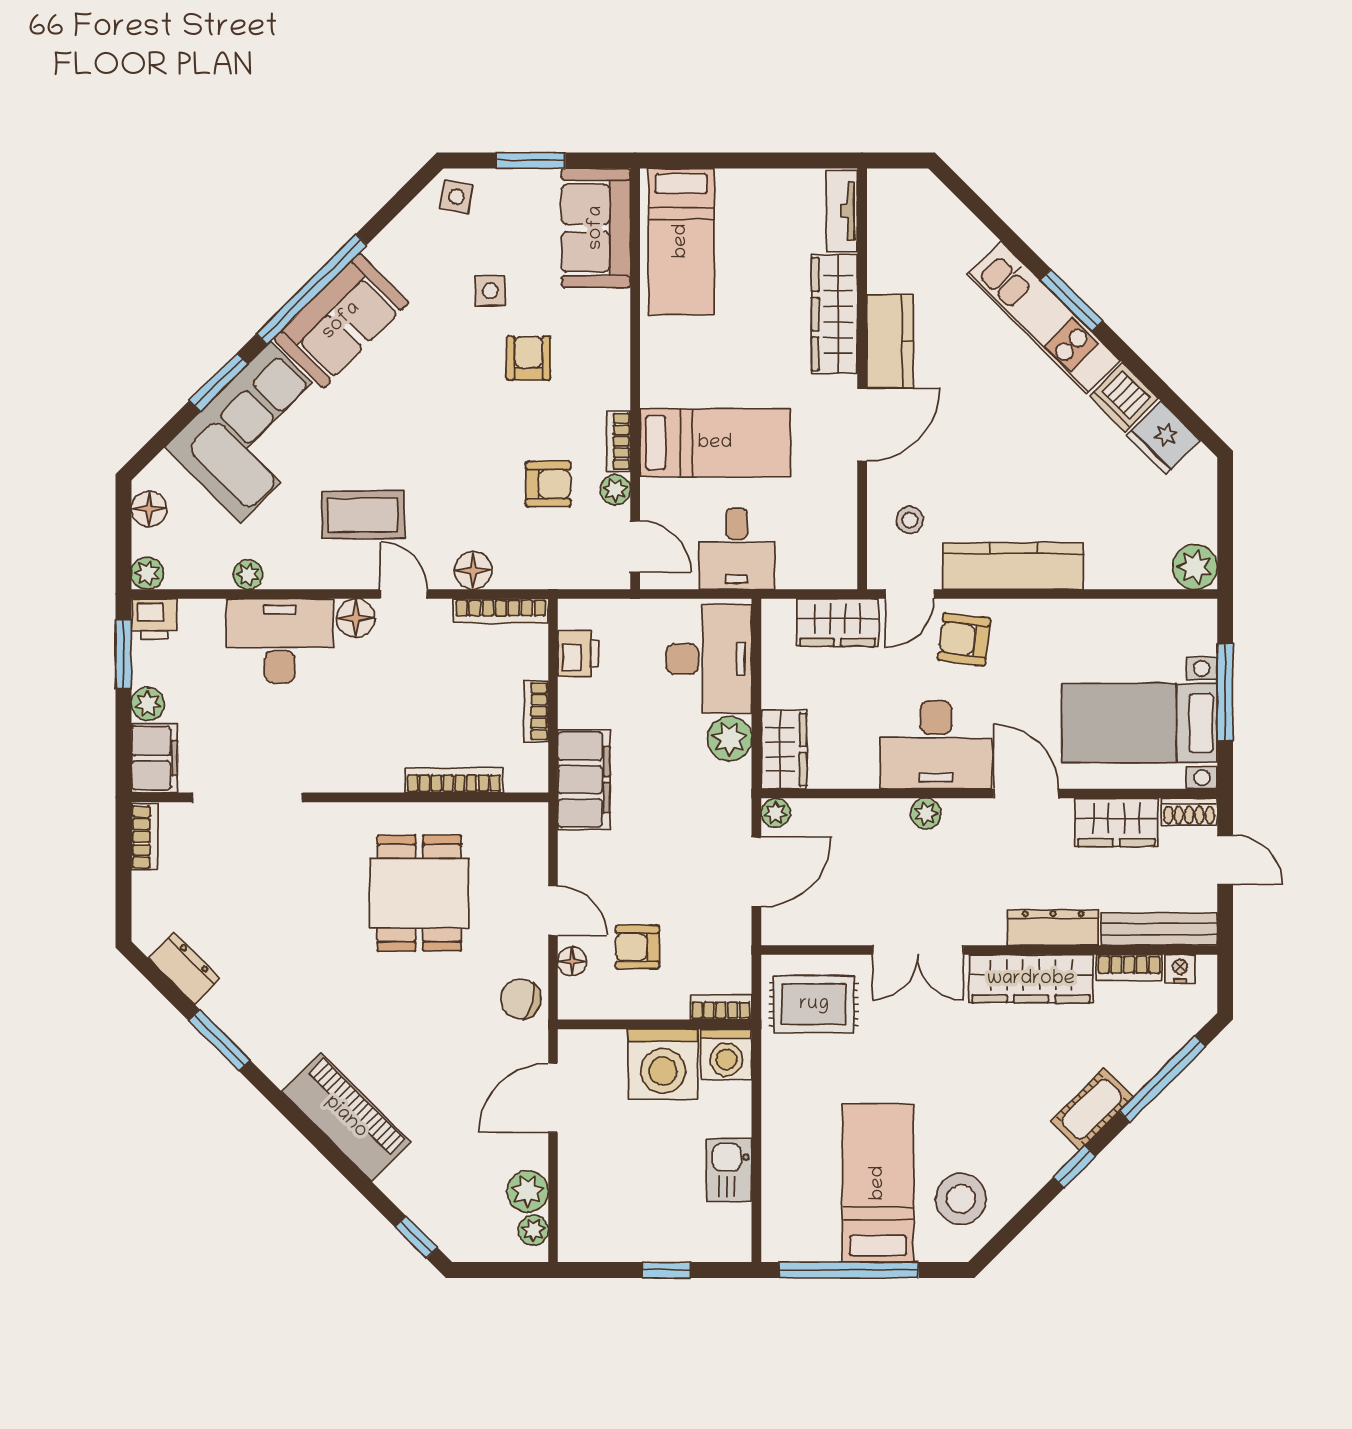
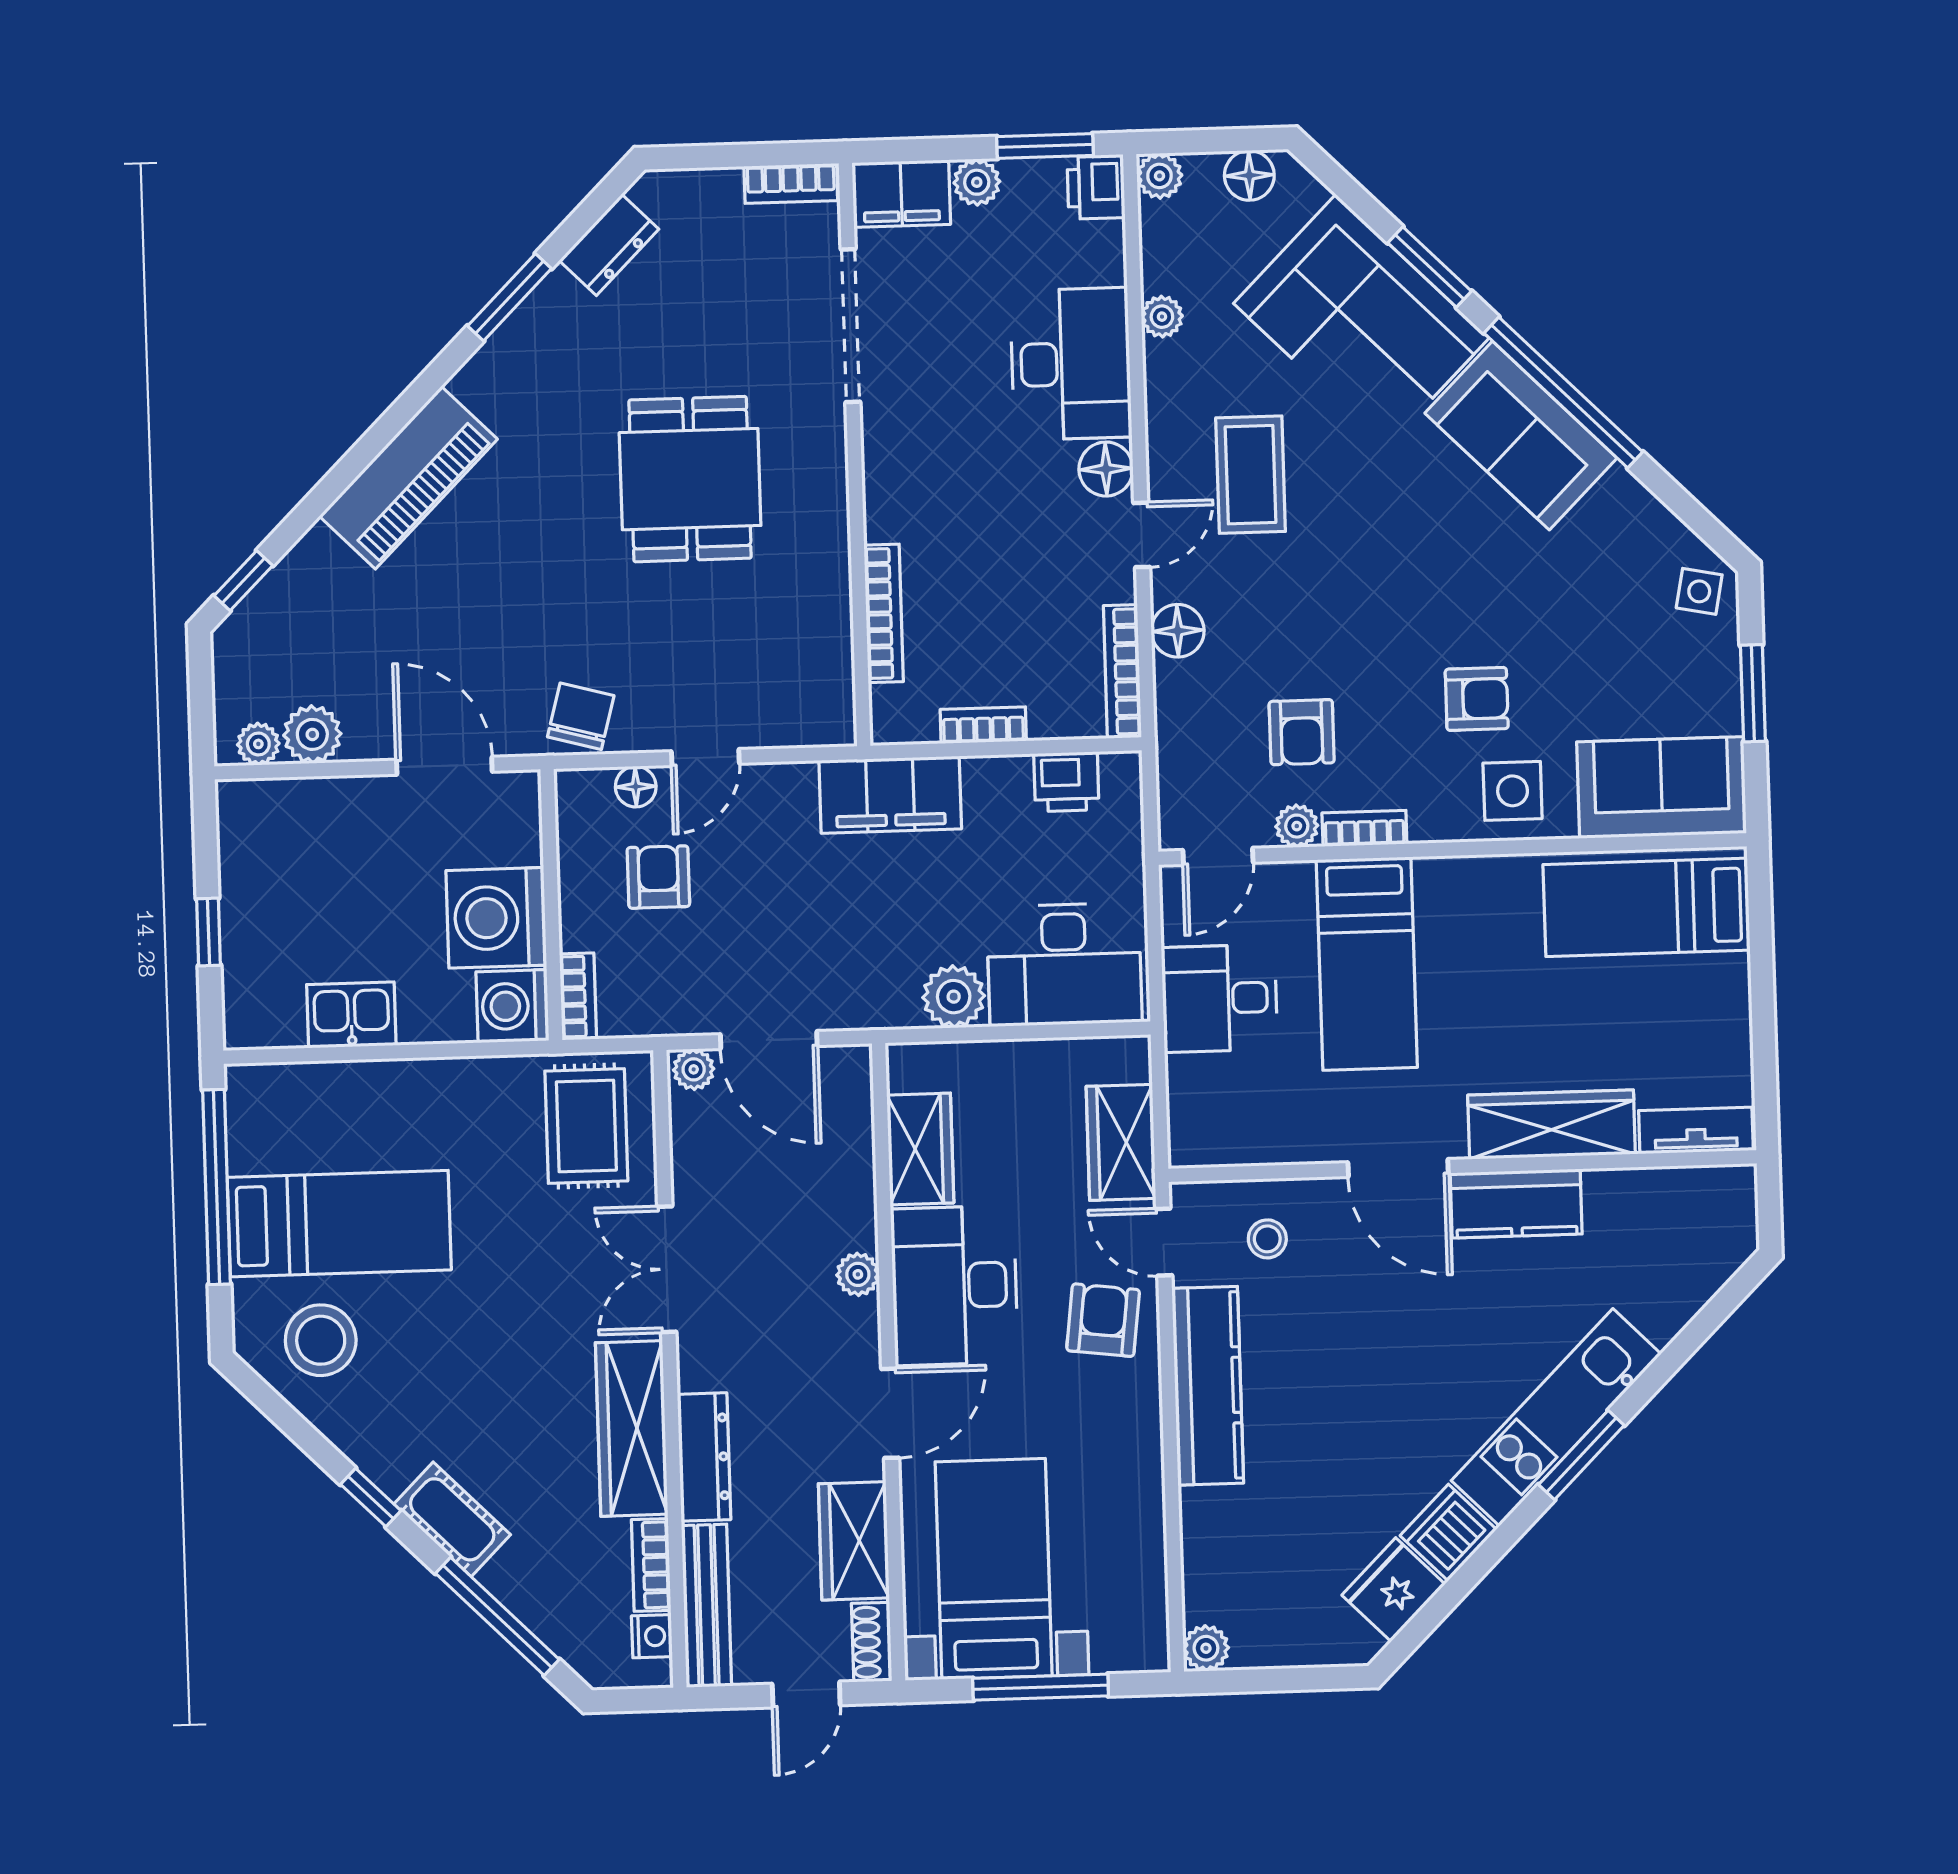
side table: (490, 291) -> (1513, 791), moved, width x1.37, depth x1.37
plant: (1195, 567) -> (1206, 1648), width x0.73, depth x0.73
wardrobe: (784, 750) -> (920, 1149), moved, turned -90
plant: (776, 813) -> (694, 1069), moved
dining table: (419, 893) -> (690, 479), moved, turned 90

